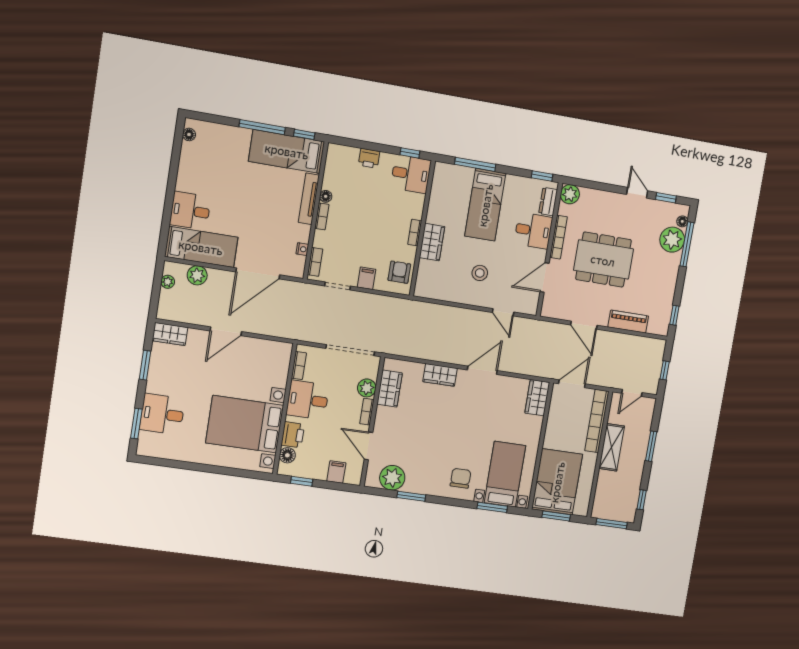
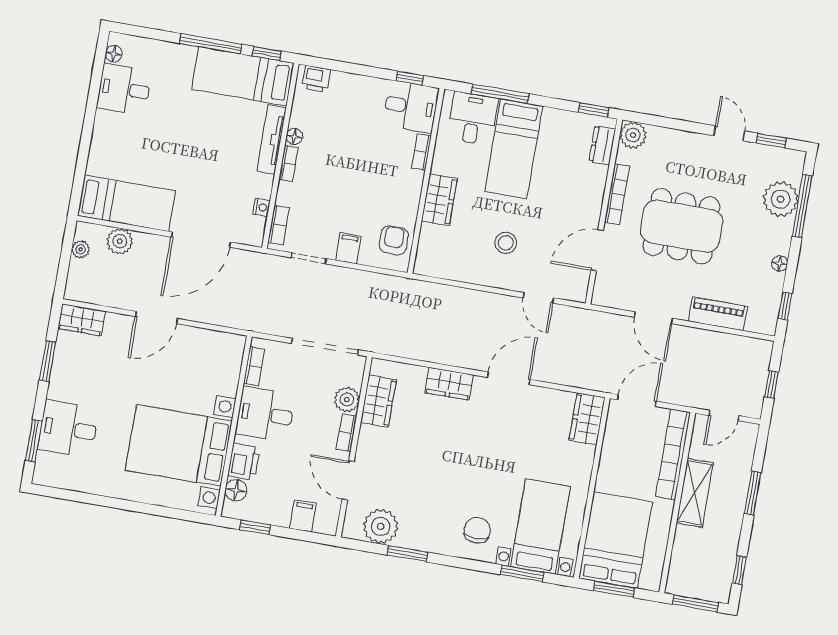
printer: (369, 158) -> (316, 79), moved
desk: (190, 211) -> (124, 89), moved
floor lamp: (682, 221) -> (780, 263), moved
desk: (533, 231) -> (473, 119), moved, turned -90
bookcase: (415, 233) -> (421, 152), moved

